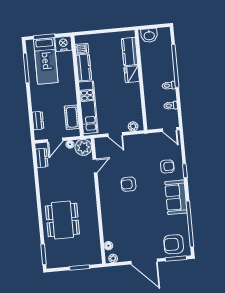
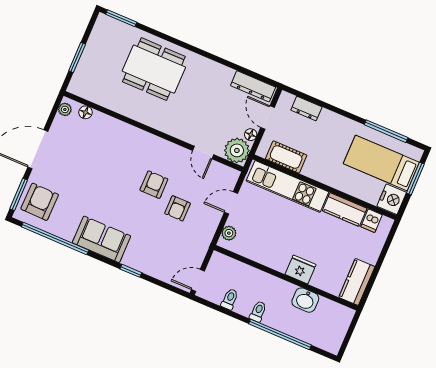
washbasin: (149, 35) -> (305, 300), moved, turned -90
kitchen counter: (130, 51) -> (357, 282), moved, turned -90
dresser: (42, 158) -> (253, 86), width x1.44
armchair: (167, 166) -> (178, 208), moved

